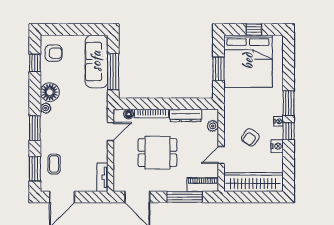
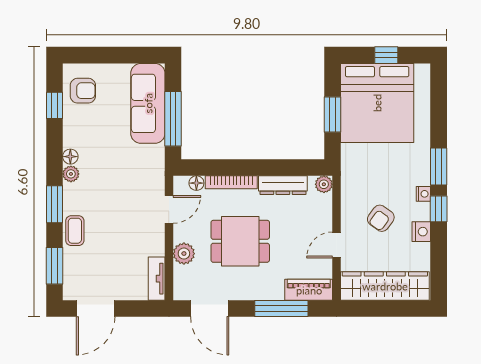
floor lamp: (50, 92) -> (70, 157), width x0.53, depth x0.53
plant: (213, 126) -> (324, 184), moved
plant: (120, 161) -> (184, 254), added
coffee table: (54, 164) -> (75, 231), moved

